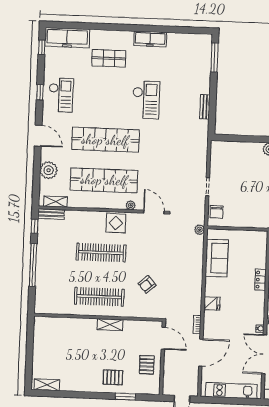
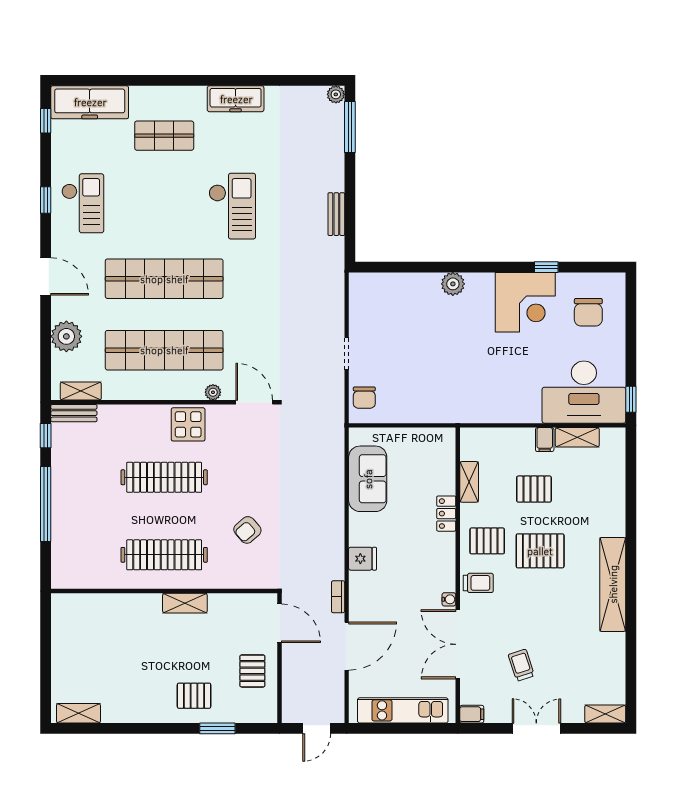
plant: (200, 230) -> (336, 94), moved

